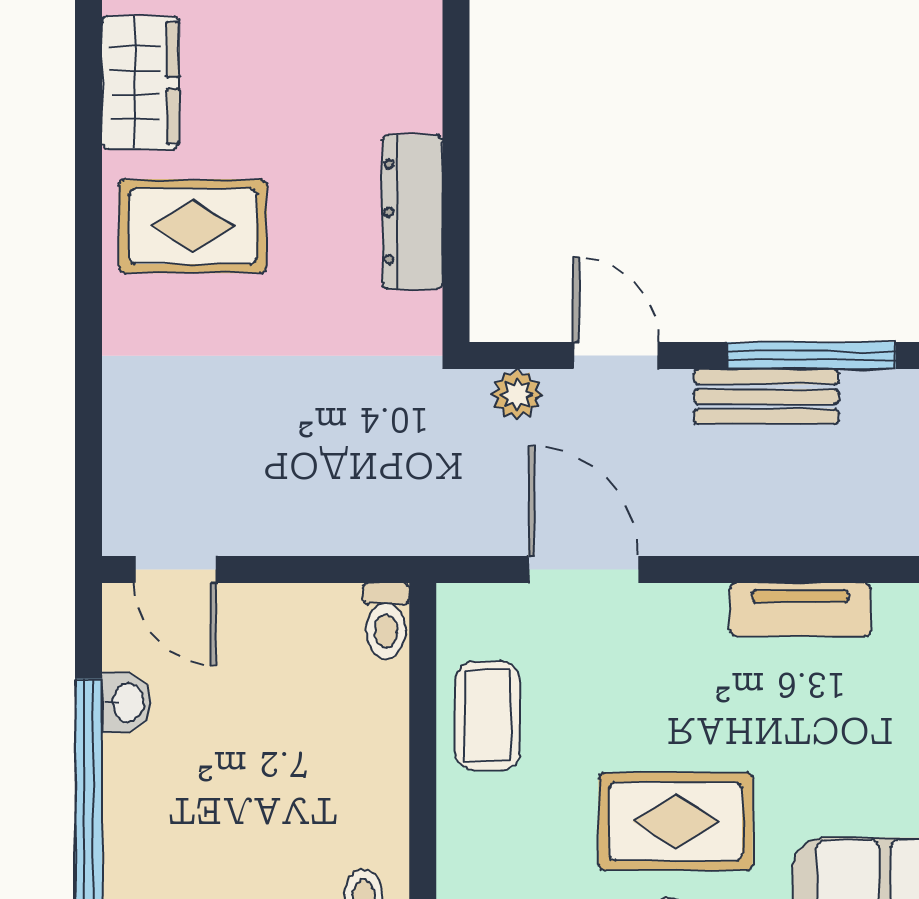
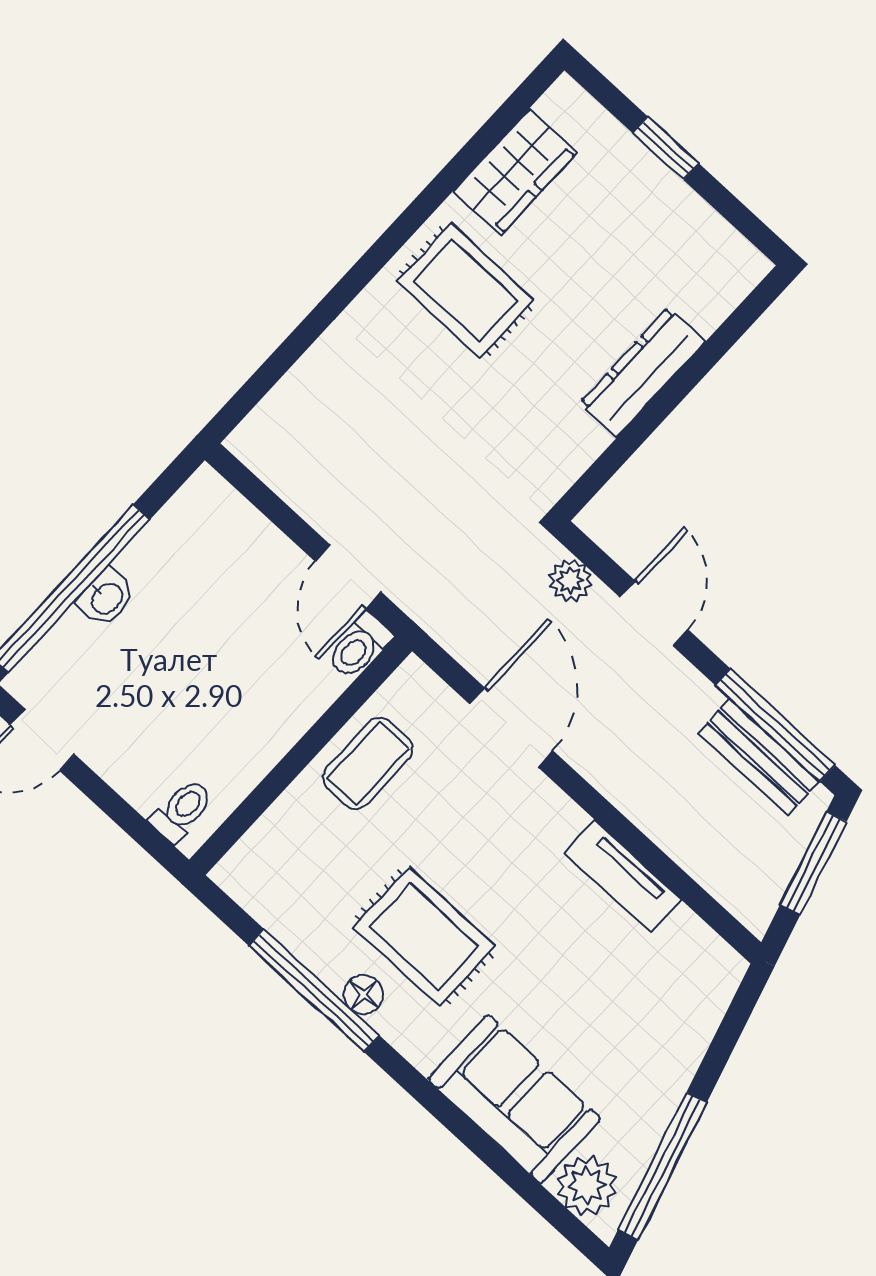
dresser: (412, 212) -> (643, 372), moved
bench: (766, 396) -> (759, 757), moved
door: (175, 569) -> (348, 577), moved
washbasin: (127, 702) -> (106, 598), moved

